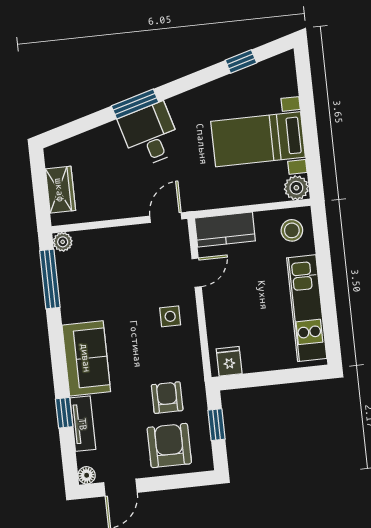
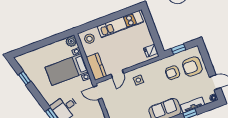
bed with nightstands: (258, 139) -> (67, 70), moved, turned 90
door: (197, 273) -> (117, 74), swing flipped

